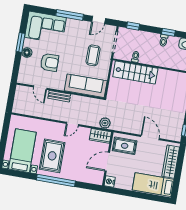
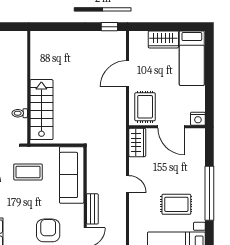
plant: (105, 123) -> (118, 139), removed
rug: (52, 156) -> (176, 204), width x0.73, depth x0.70
wardrobe: (171, 162) -> (163, 39), width x0.67

